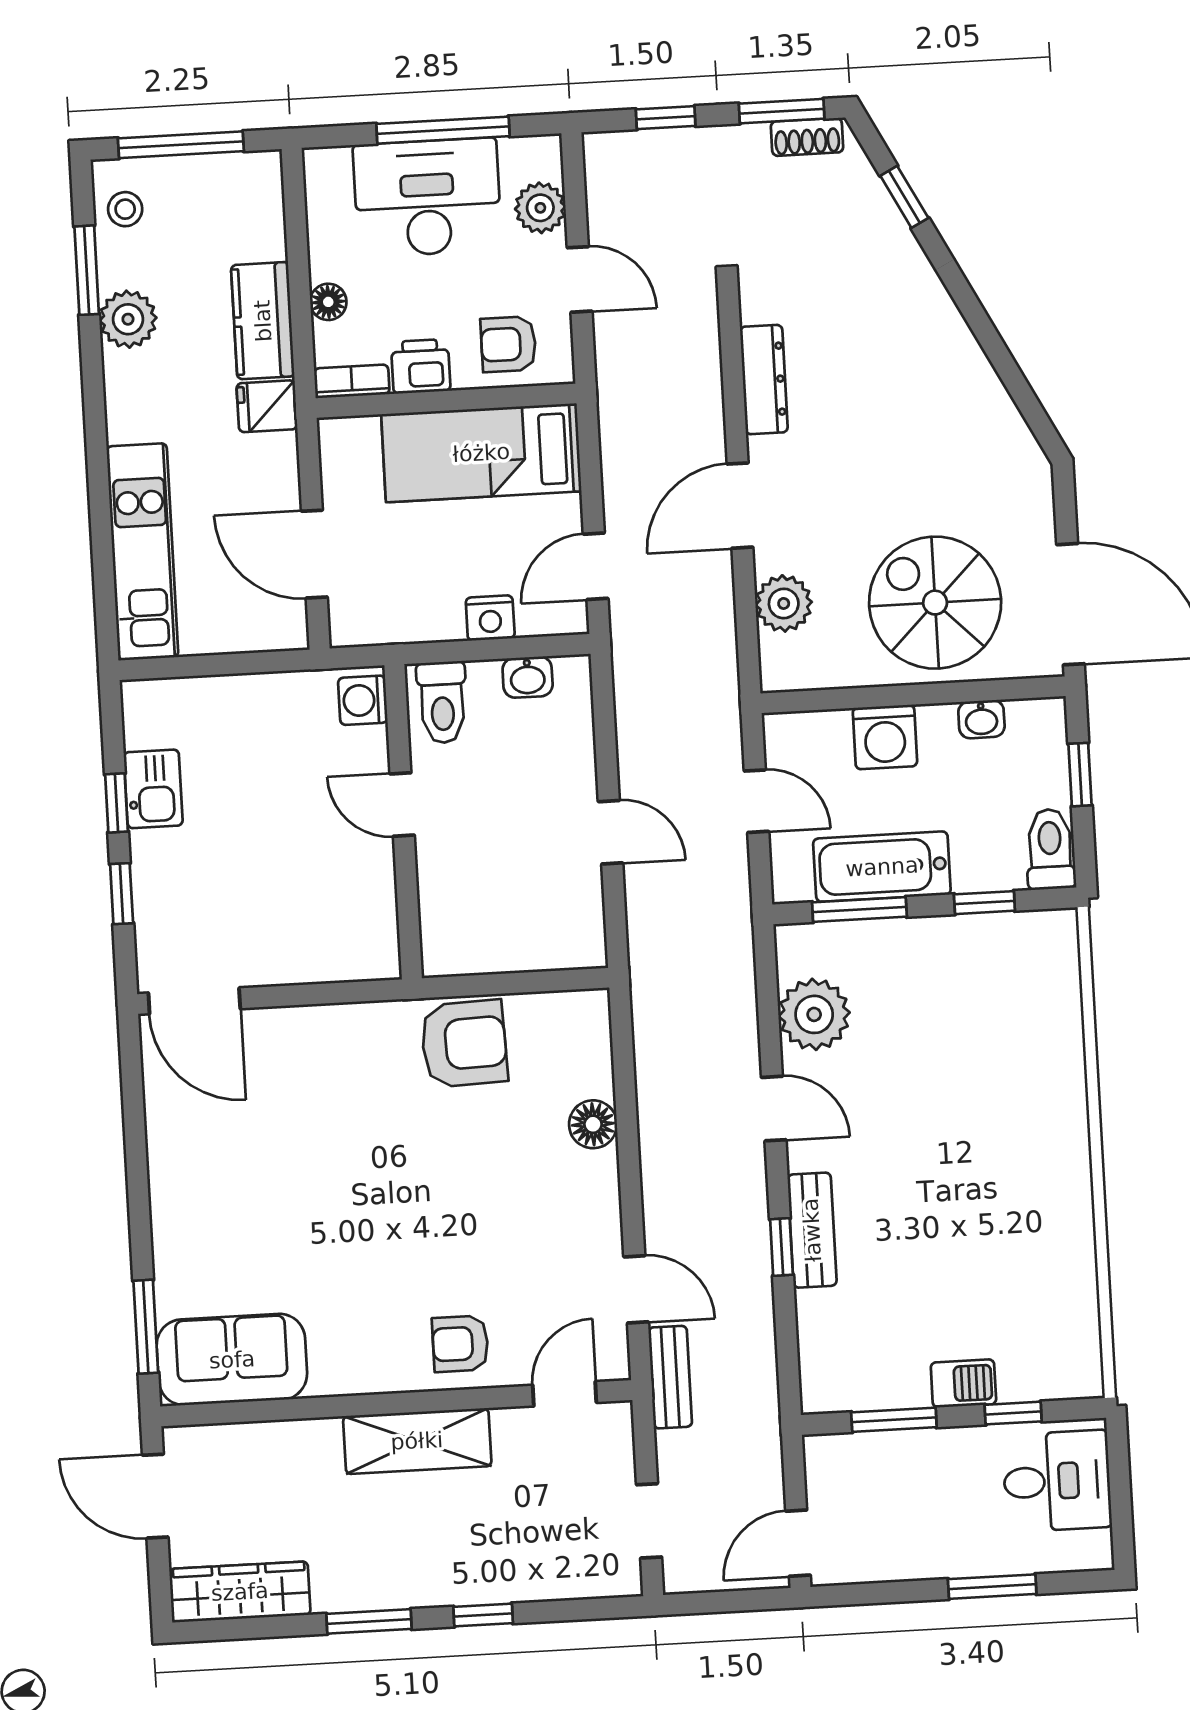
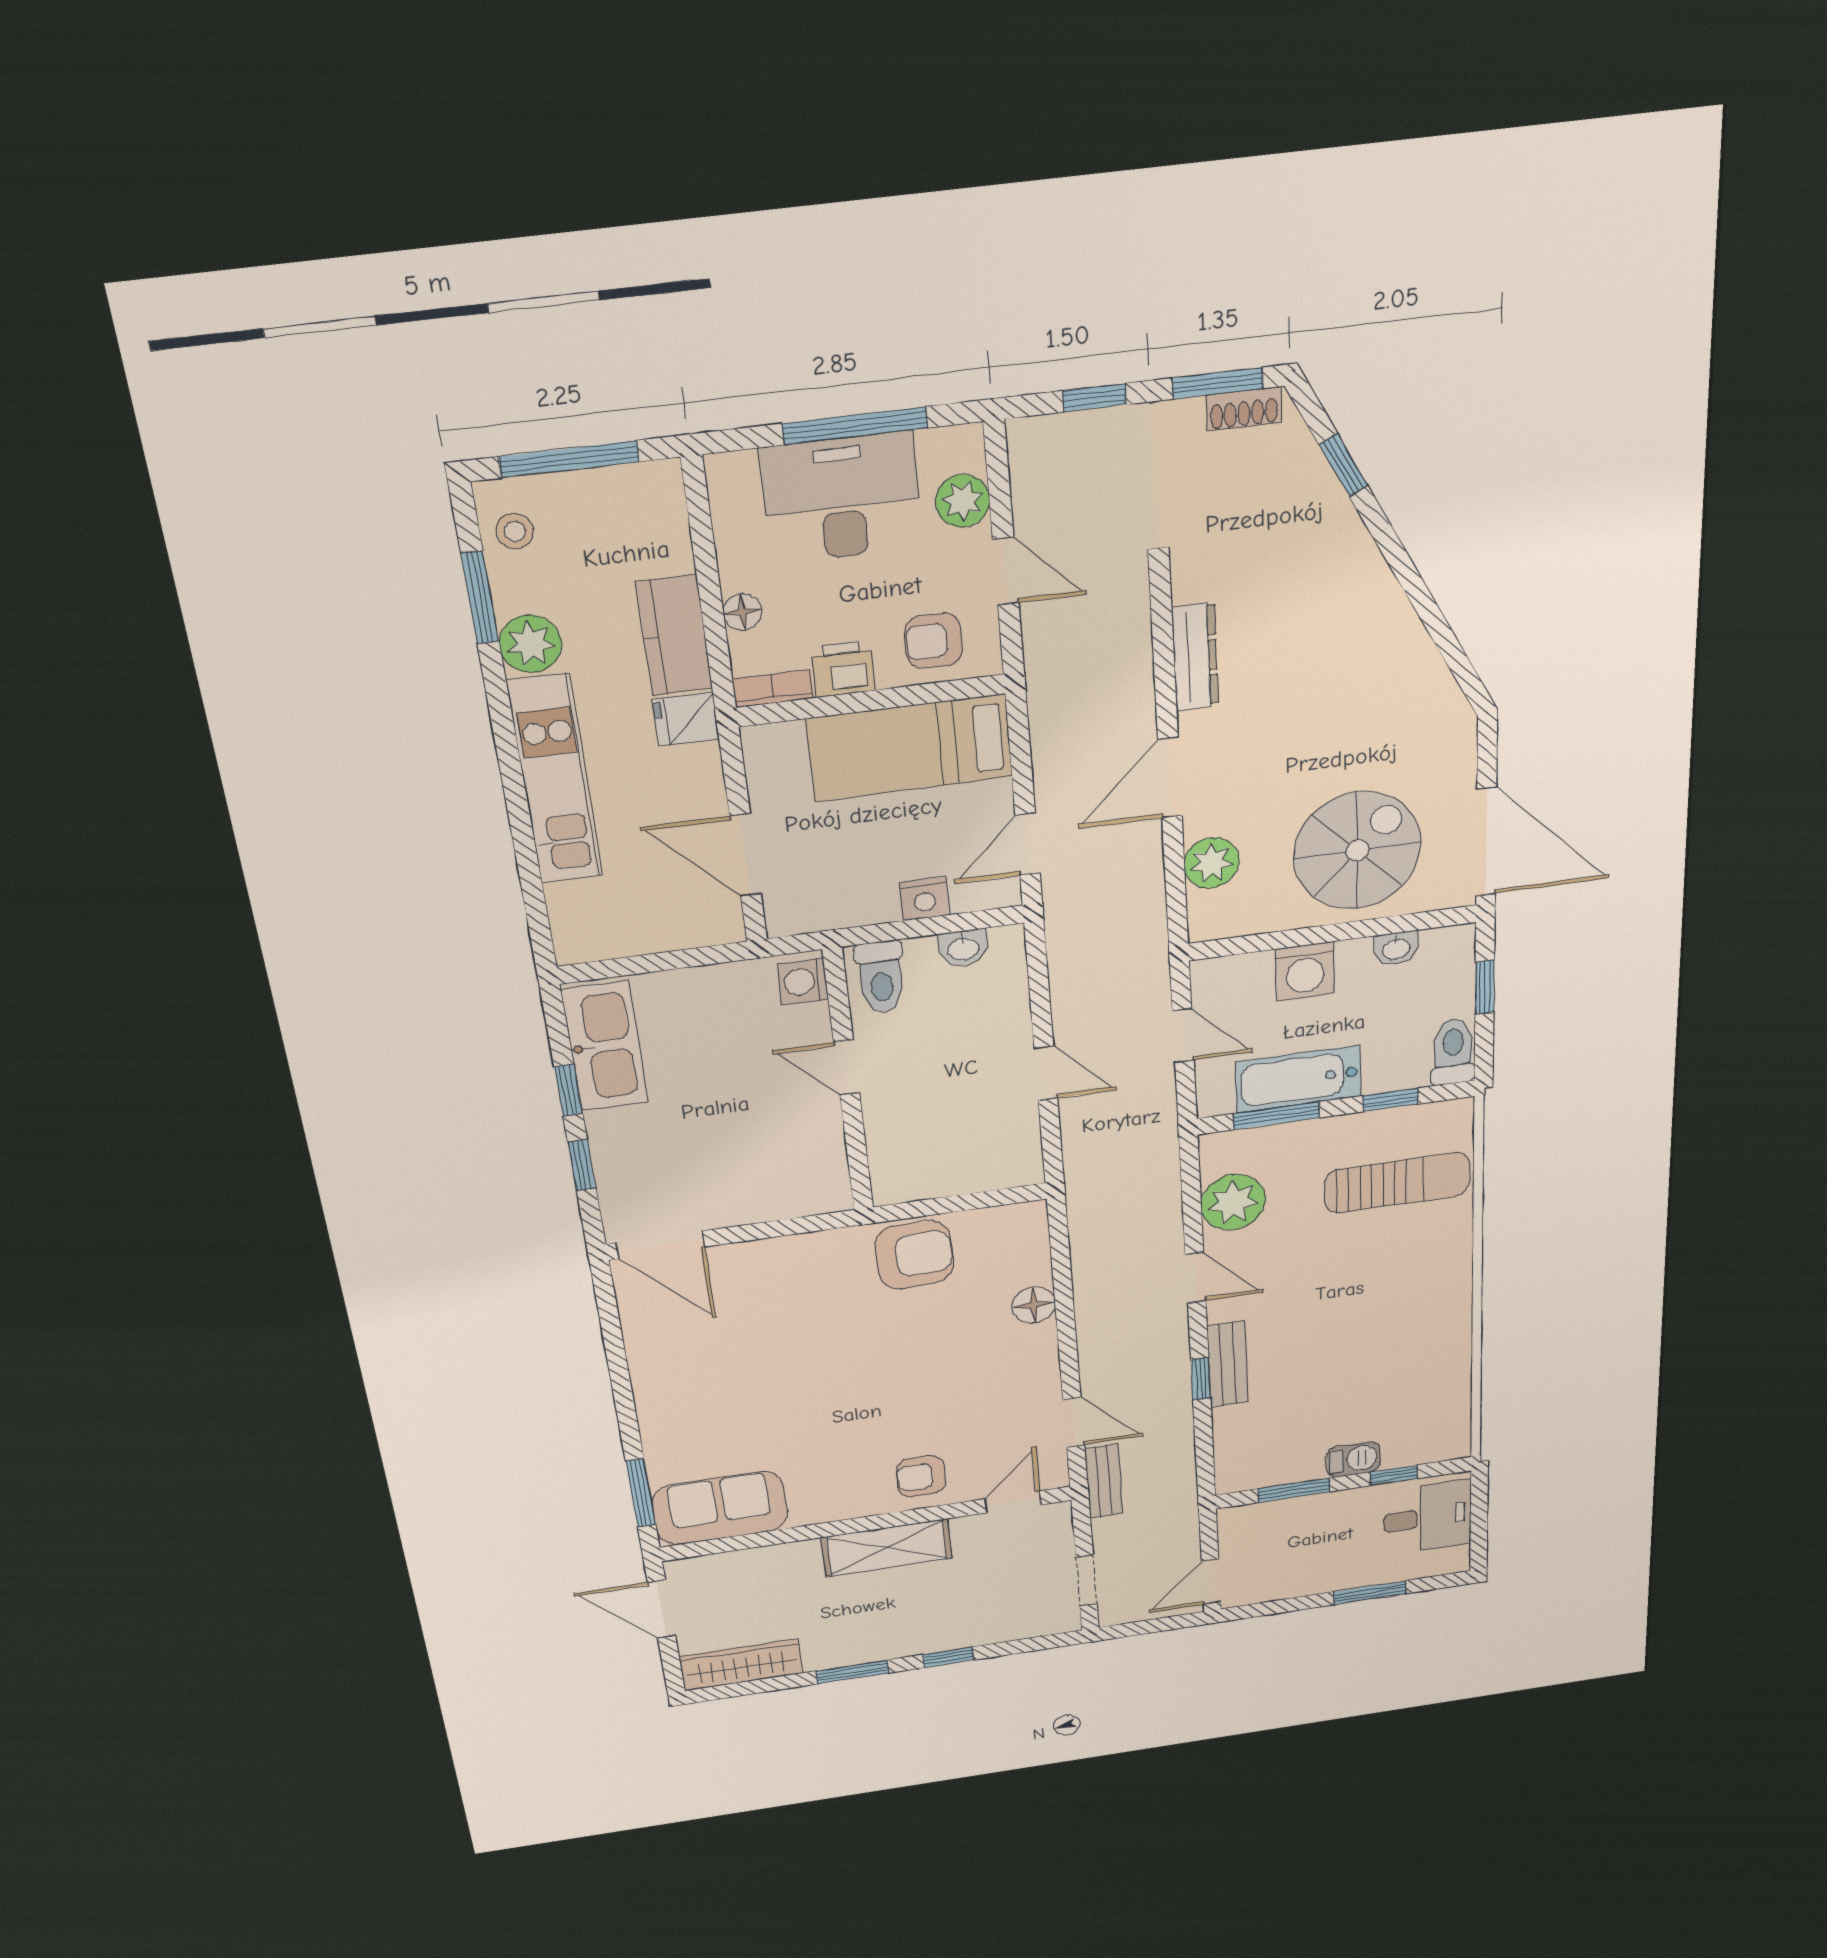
kitchen unit: (142, 552) -> (555, 779), moved
spiral stairs: (935, 603) -> (1357, 851), turned 90
kitchen sink: (153, 789) -> (605, 1046), width x1.88, depth x1.24
sun lounger: (997, 1009) -> (1397, 1183), added

